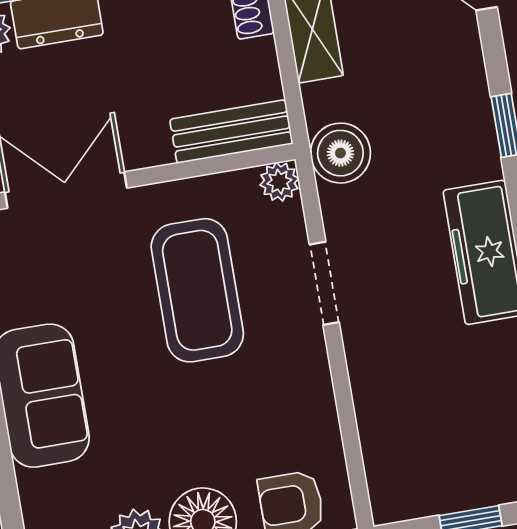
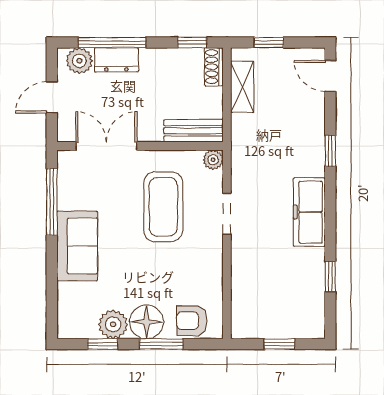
boiler: (340, 153) -> (246, 151), removed

